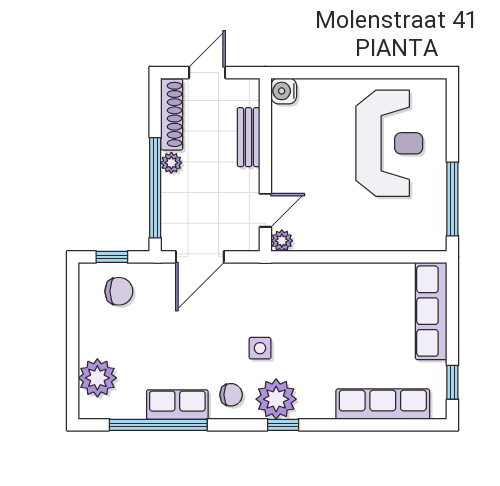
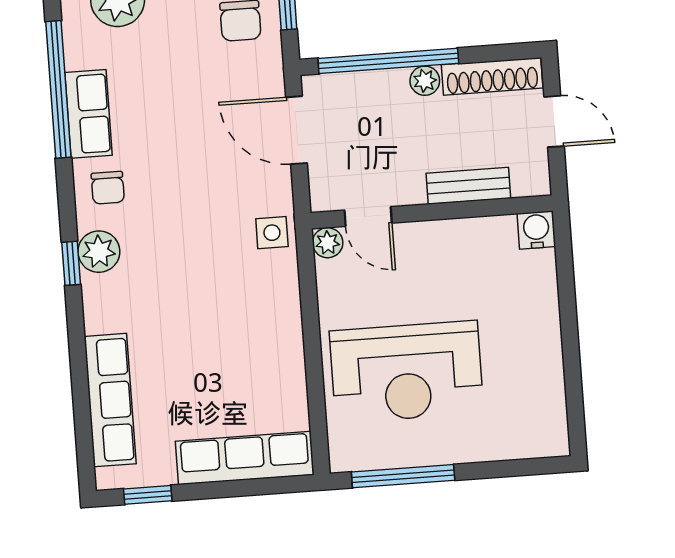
reception desk: (389, 143) -> (407, 372), moved
side table: (260, 348) -> (272, 233), moved
plant: (276, 399) -> (99, 252), width x0.73, depth x0.73

